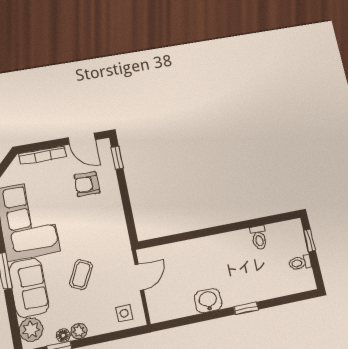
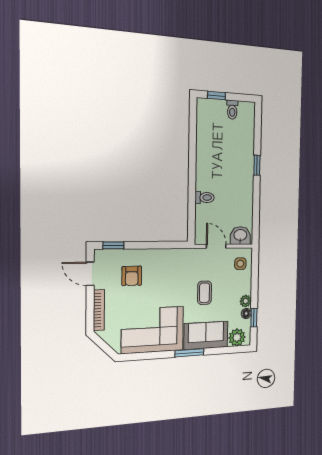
door: (82, 139) -> (90, 274), swing flipped
toilet: (259, 238) -> (204, 197), moved
coffee table: (81, 275) -> (204, 293), turned 63
washbasin: (208, 301) -> (240, 235), moved, turned 90

